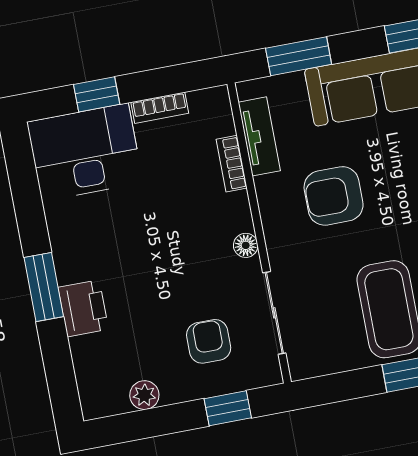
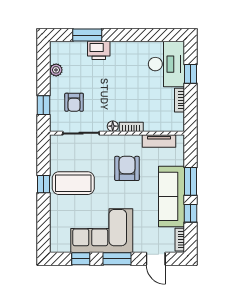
window: (299, 56) -> (191, 181), moved
bookcase: (232, 164) -> (131, 127), moved
window: (44, 287) -> (87, 35), moved
armchair: (209, 341) -> (74, 102), turned 90

